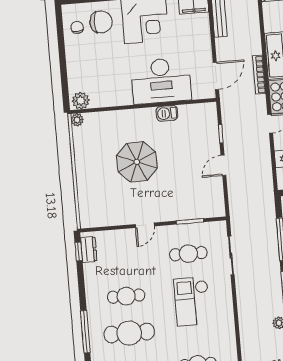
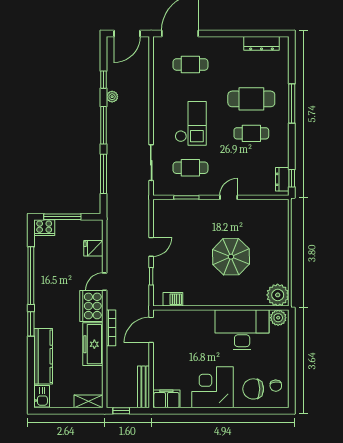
desk: (161, 81) -> (242, 330), moved
barbecue: (167, 113) -> (173, 299), moved
plant: (77, 120) -> (278, 295), width x1.88, depth x1.88

